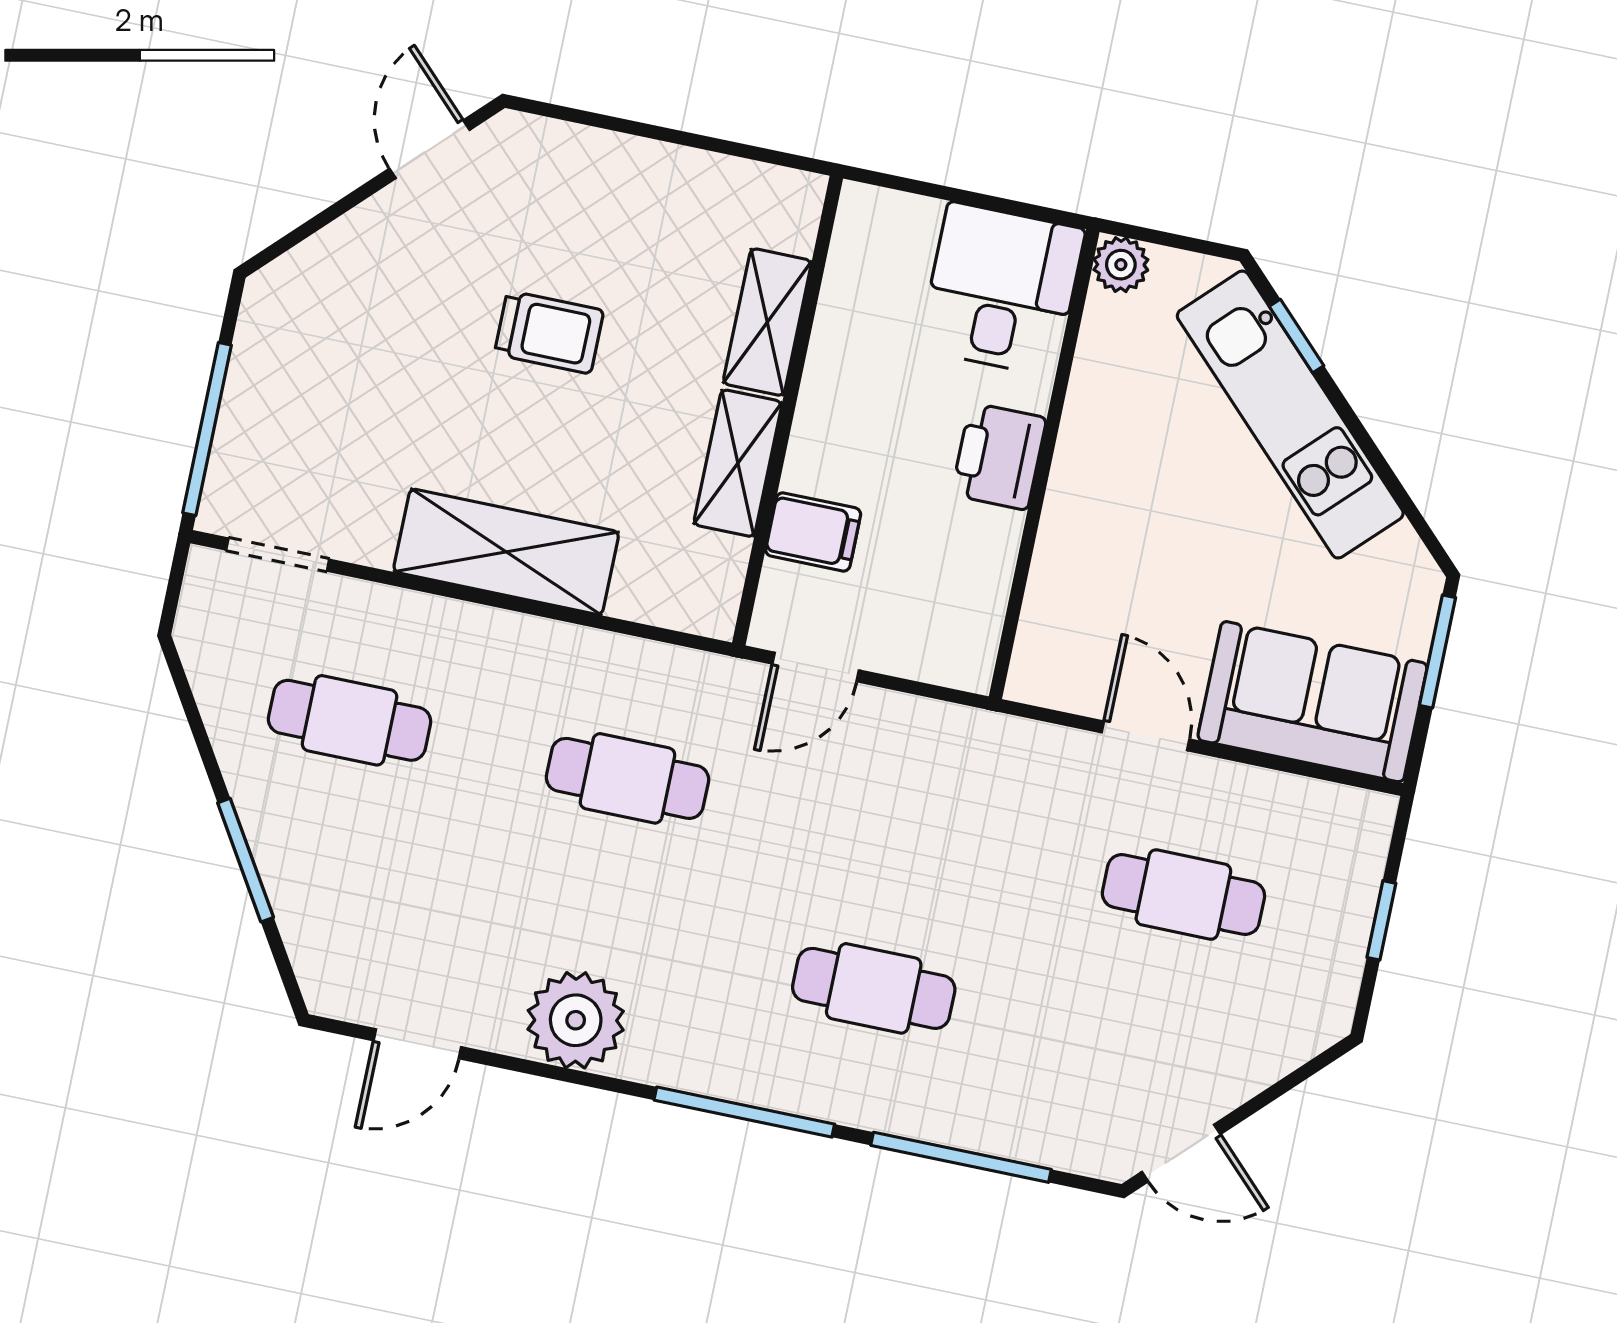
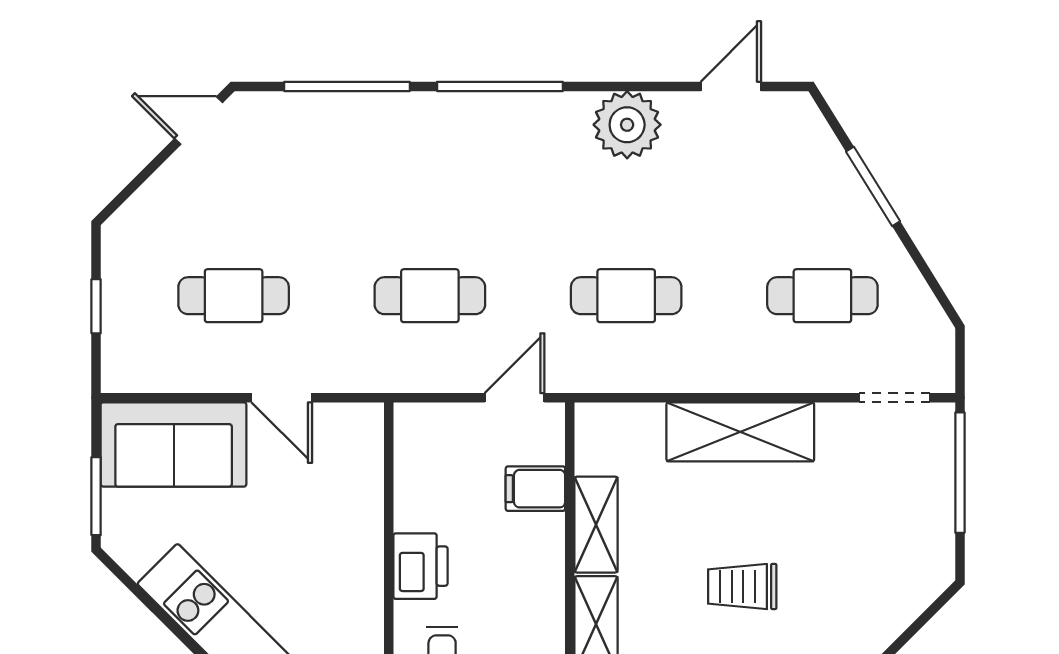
cafe table: (874, 988) -> (430, 296), moved

